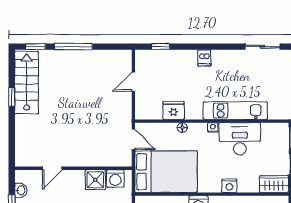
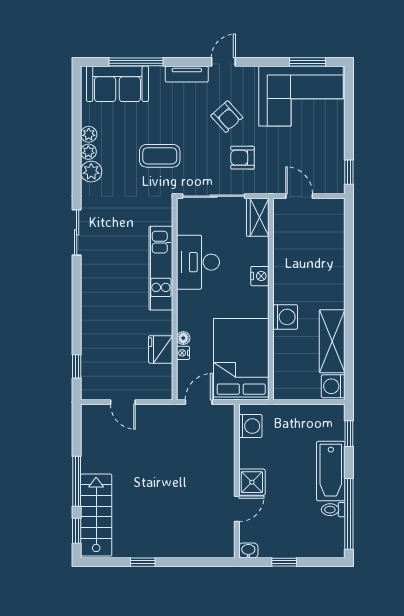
dishwasher: (204, 58) -> (92, 309), removed
stairs: (27, 83) -> (96, 515), moved, turned 90
nightstand: (213, 127) -> (183, 353), moved
door: (52, 168) -> (237, 509), hinge flipped
shower: (95, 180) -> (252, 482), moved
washbasin: (21, 190) -> (248, 550), moved

